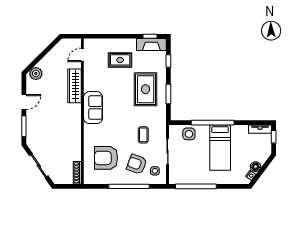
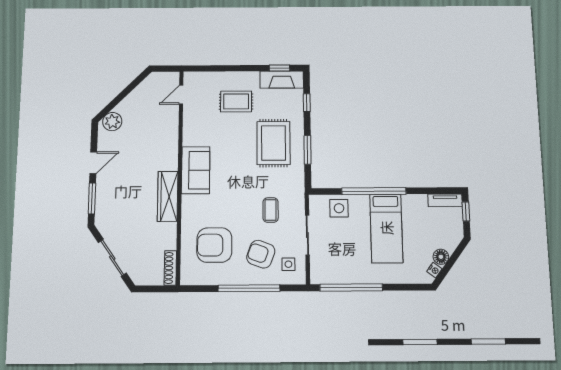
wardrobe: (75, 86) -> (168, 196), moved

